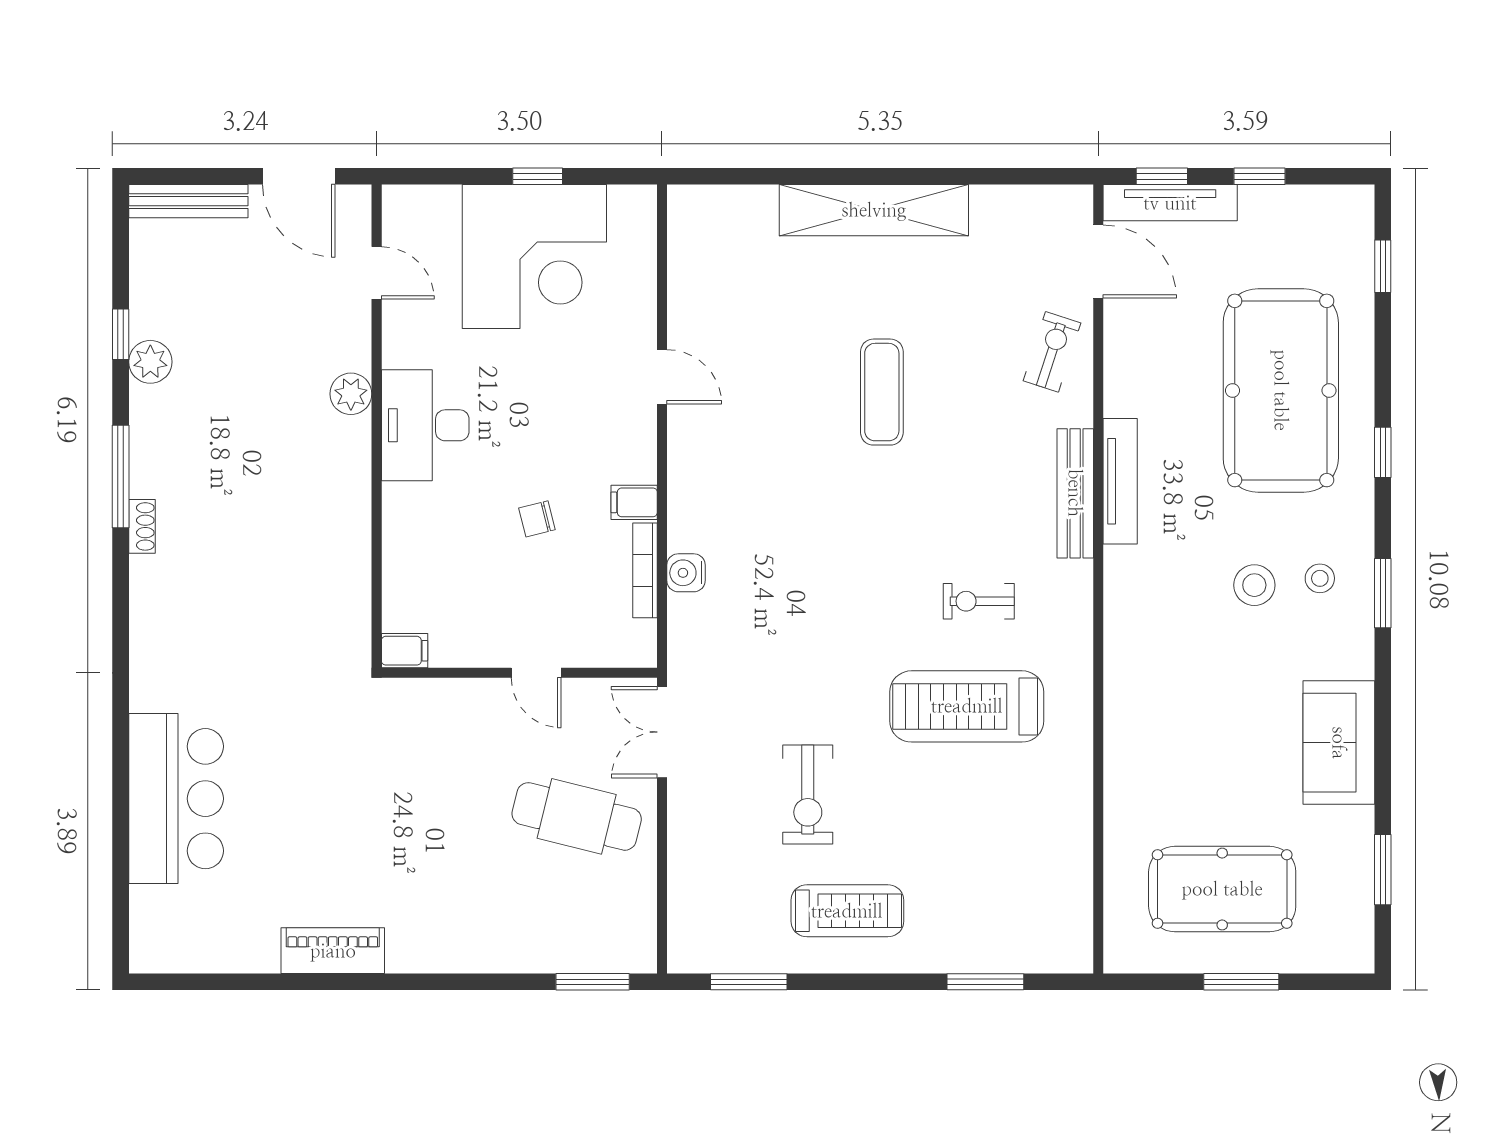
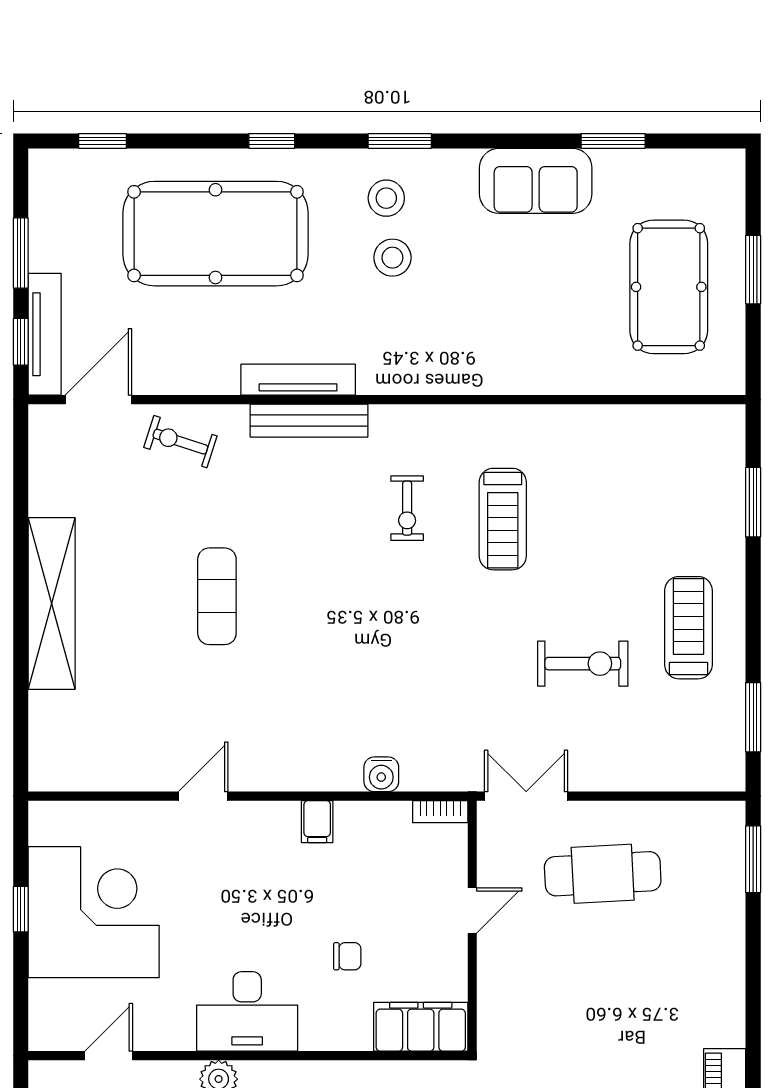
window: (1259, 176) -> (21, 253), width x1.50
exercise mat: (882, 392) -> (217, 596), turned 90
chair: (537, 519) -> (347, 956), moved, turned -76
bookcase: (645, 570) -> (440, 812), moved, width x0.64
stool: (1320, 578) -> (386, 198), width x1.37, depth x1.37
filing cabinet: (405, 651) -> (421, 1027), width x3.00, depth x1.17
treadmill: (967, 706) -> (503, 519), width x0.73, depth x0.73
double door: (662, 732) -> (526, 796), swing flipped
cafe table: (577, 816) -> (603, 874), turned 73
window: (1383, 870) -> (613, 141), moved

